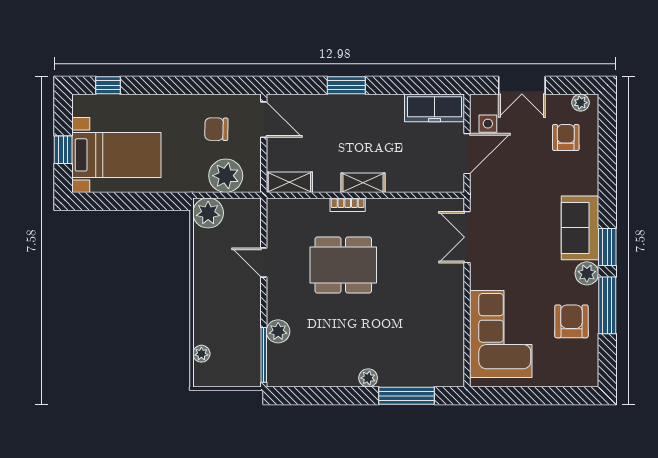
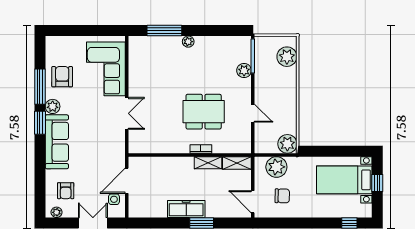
freezer: (435, 108) -> (186, 209), moved
shelving: (363, 183) -> (208, 163), moved
sofa: (580, 228) -> (57, 142), width x1.36
double door: (467, 237) -> (127, 113), moved
armchair: (571, 321) -> (62, 77), turned 180
plant: (201, 354) -> (287, 57), width x1.88, depth x1.88

